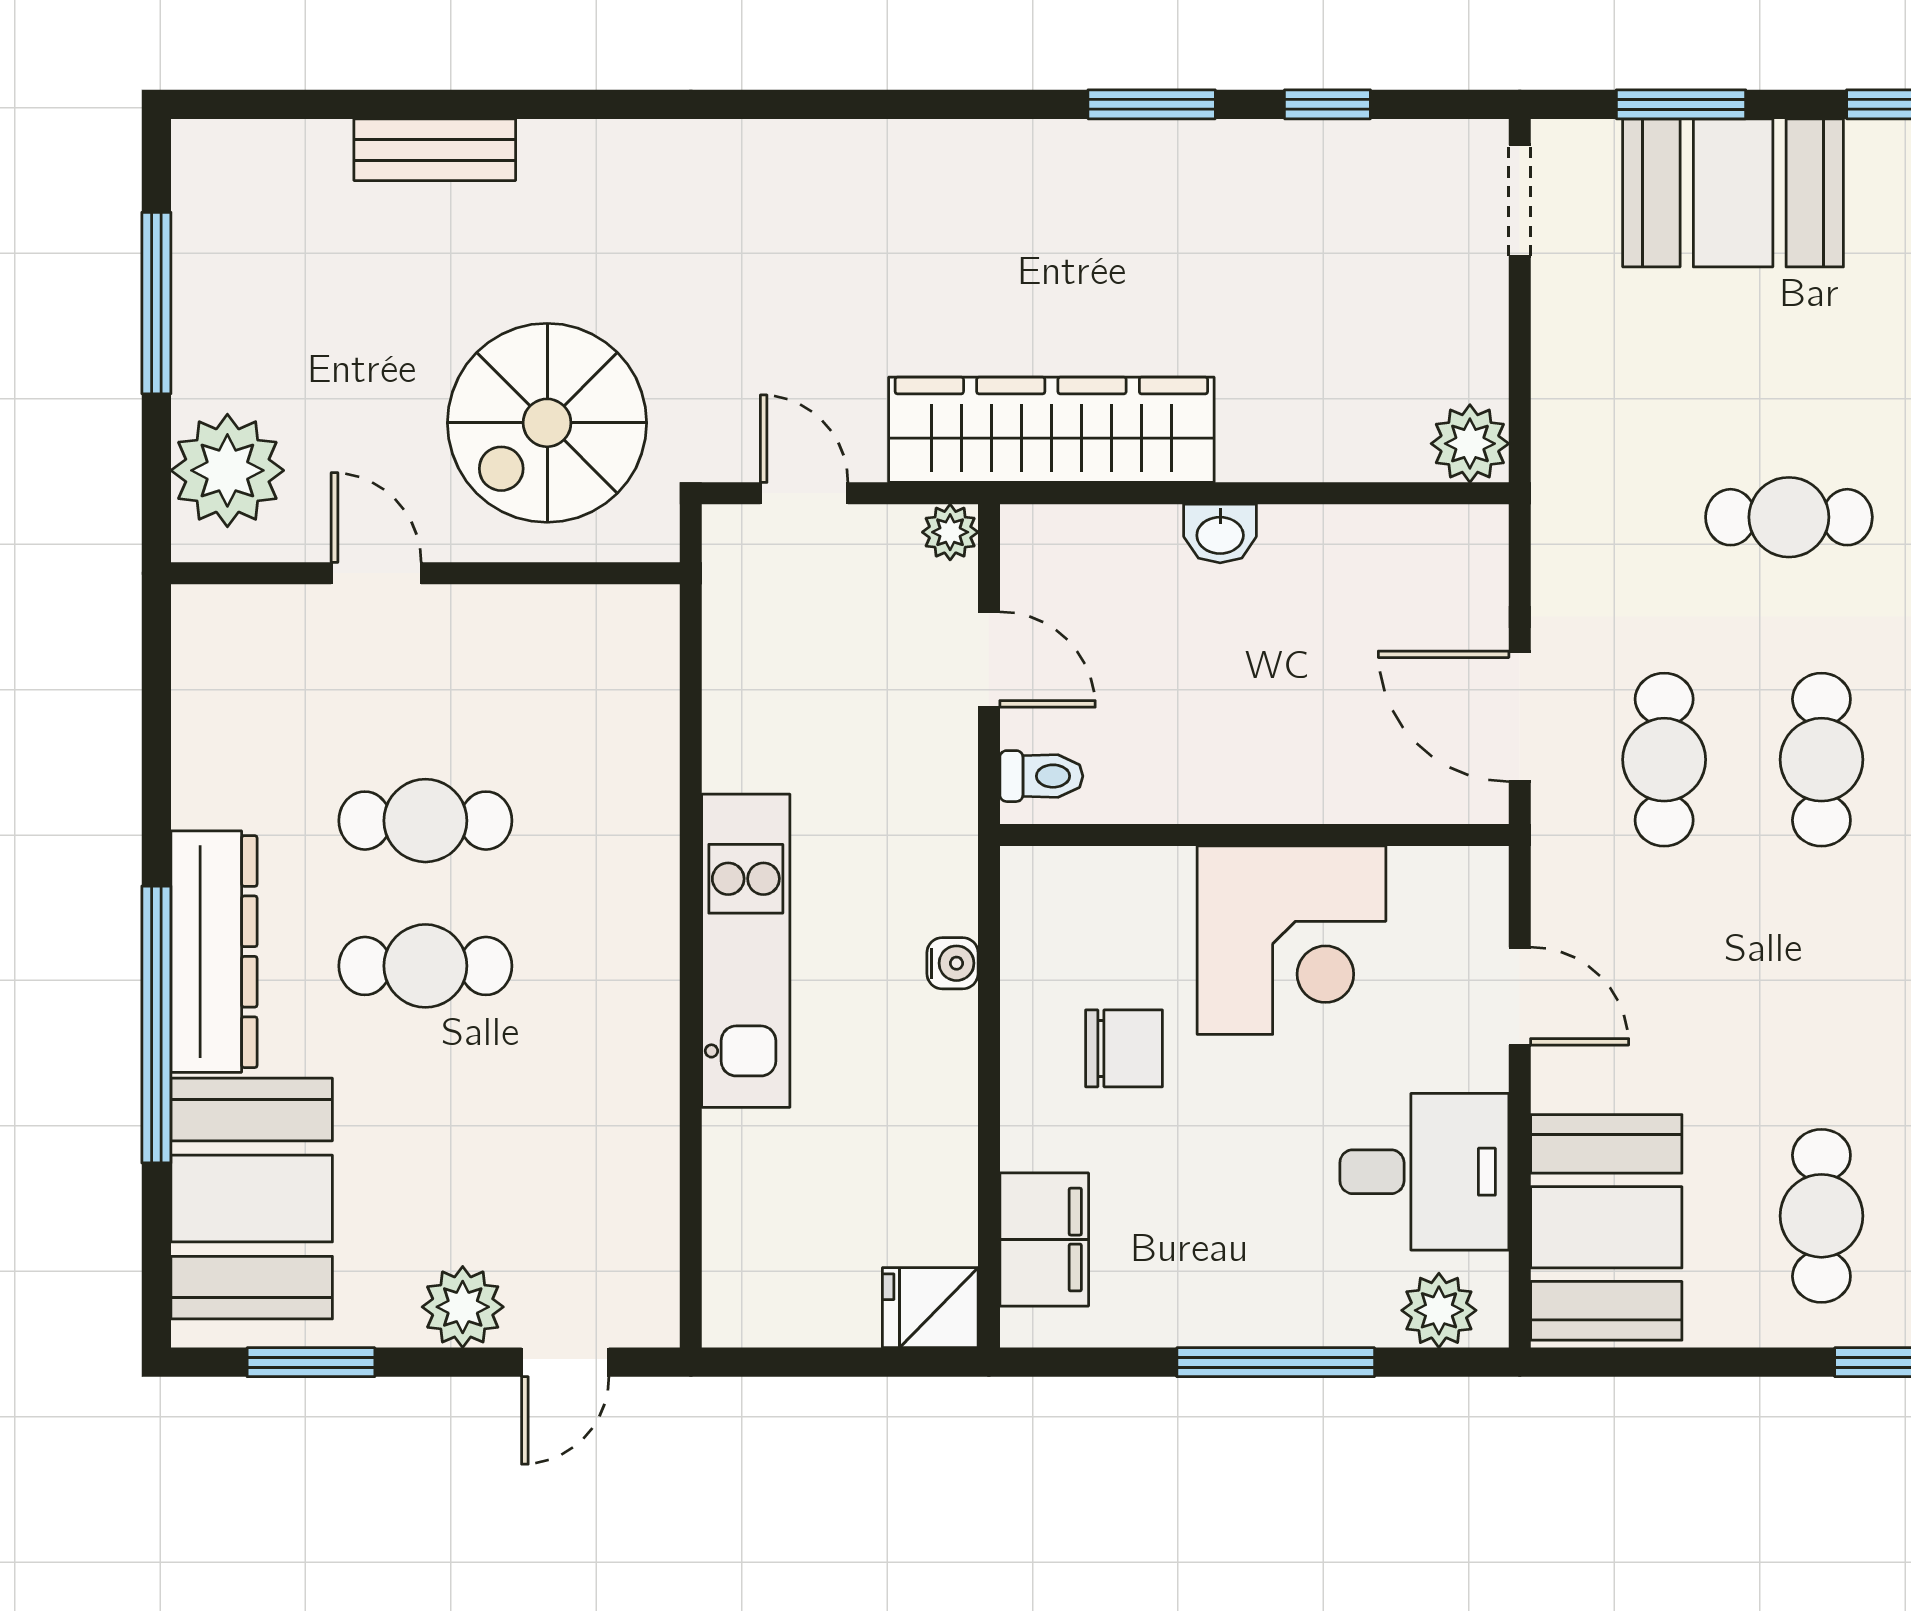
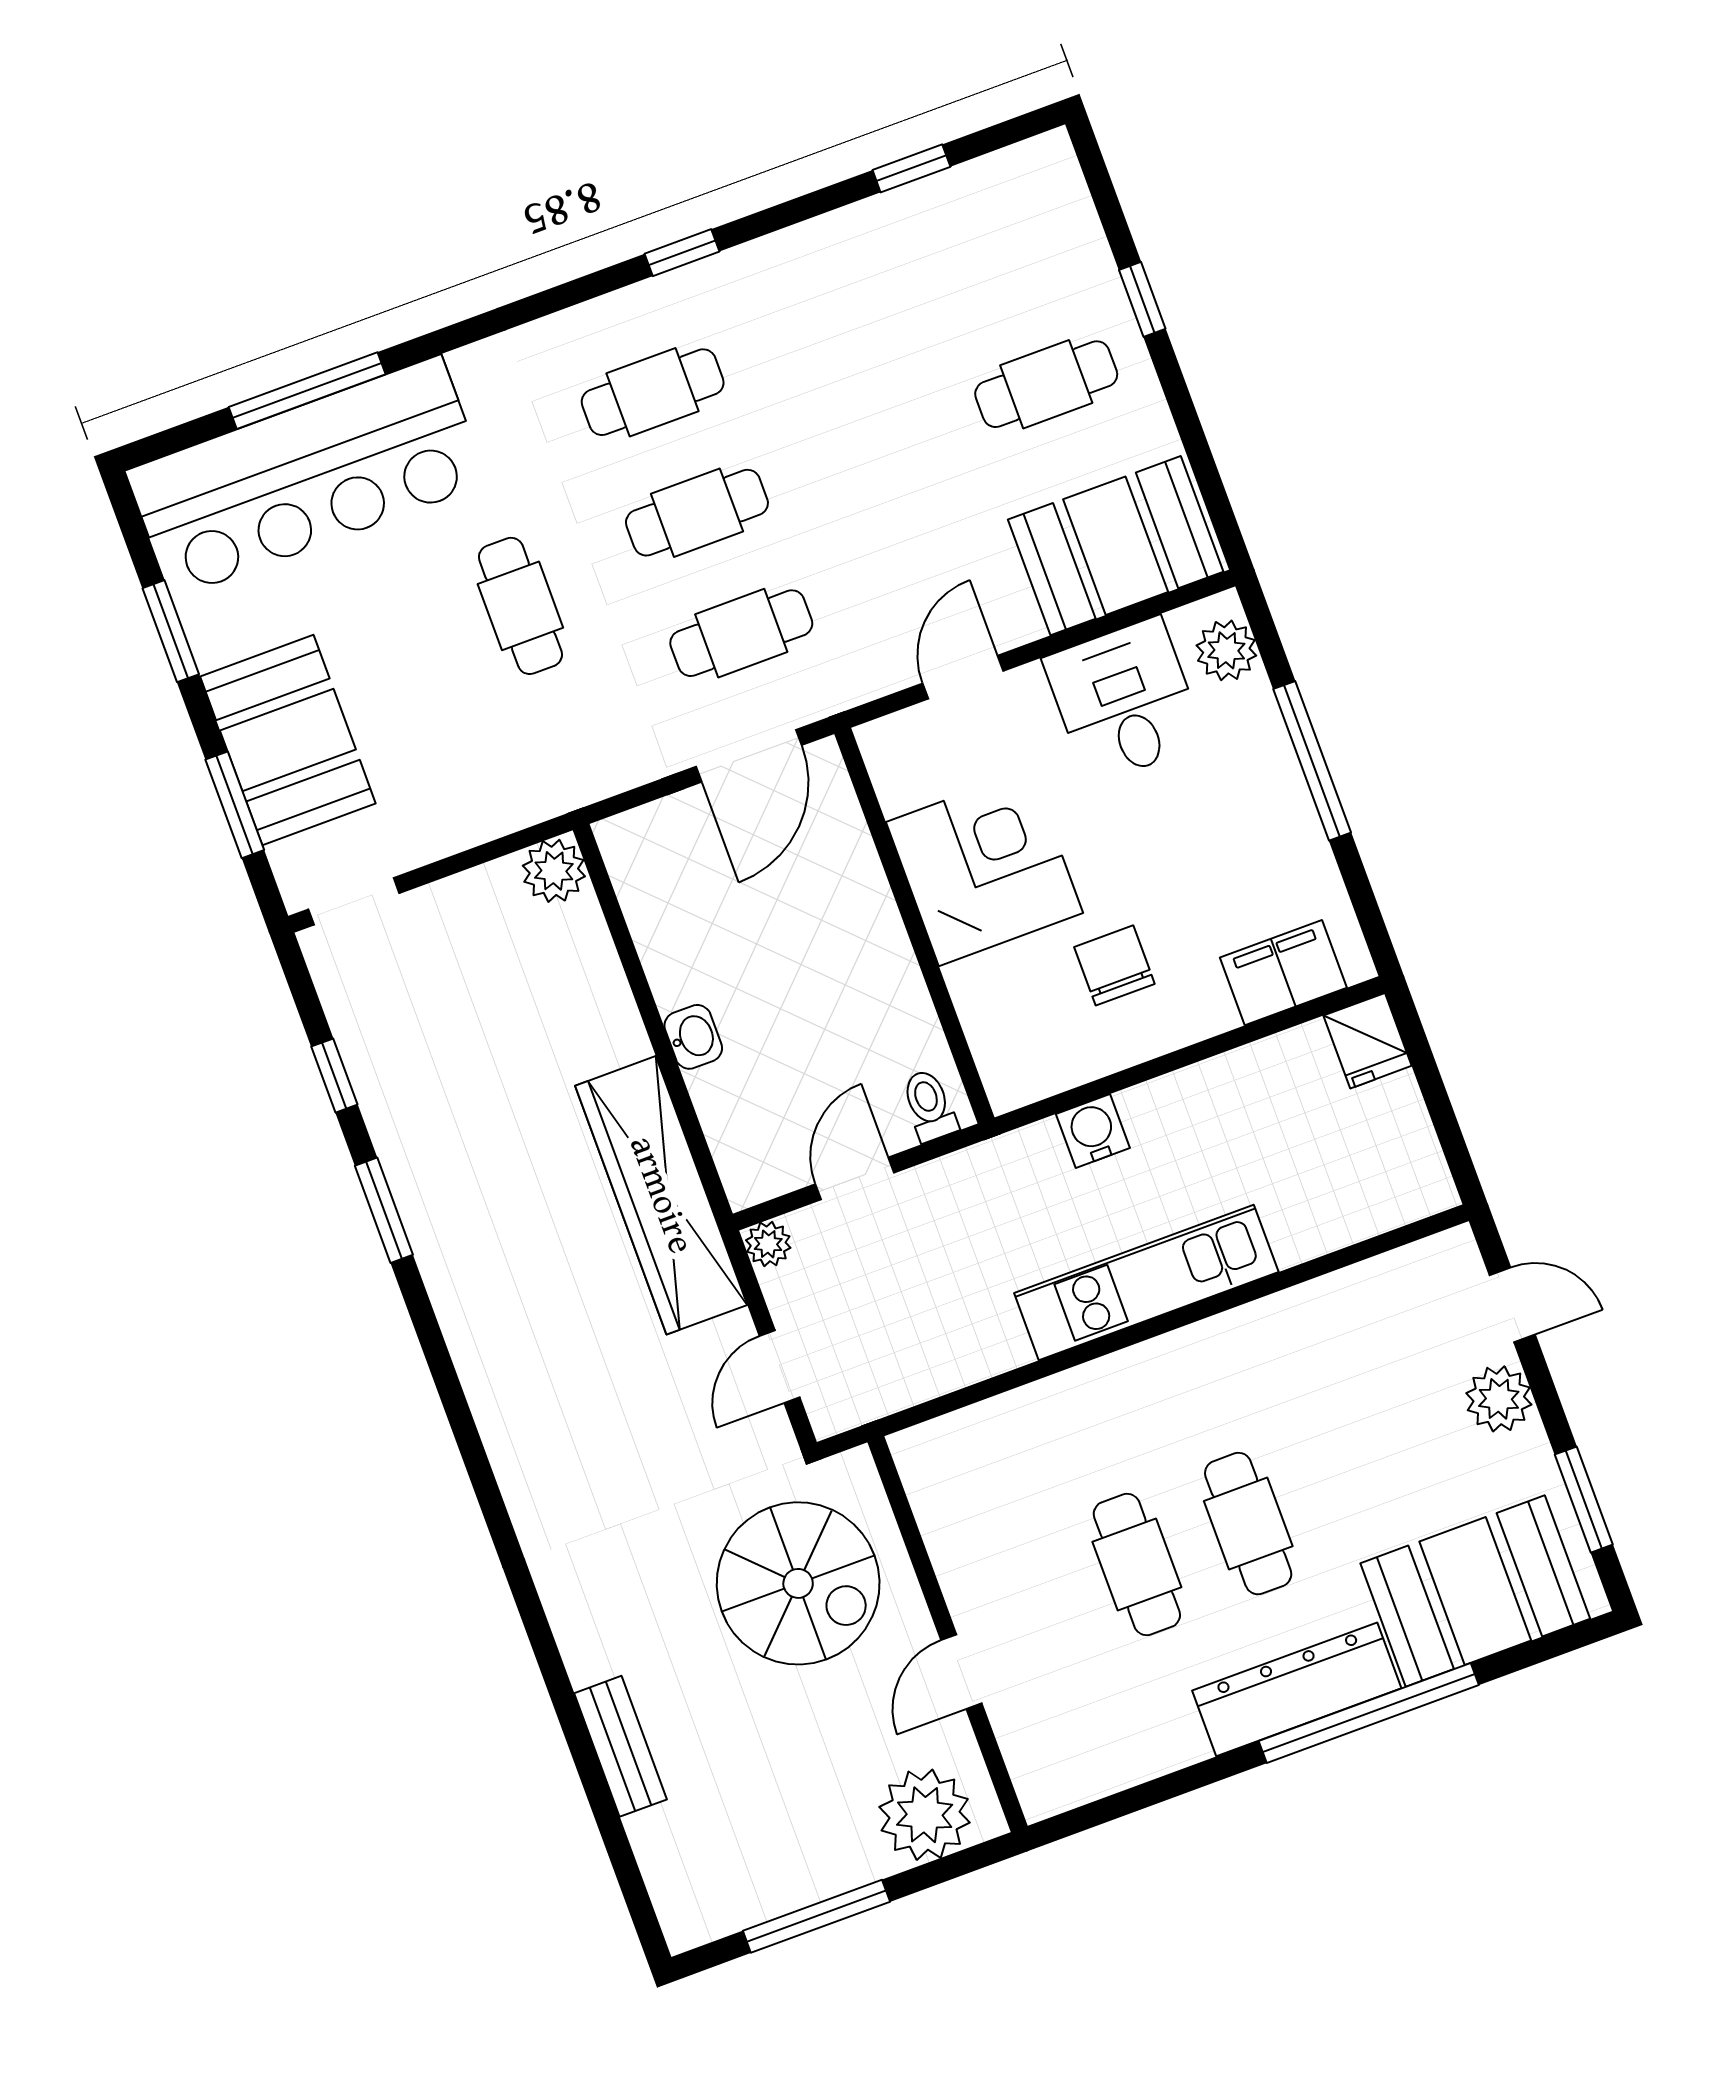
water cooler: (952, 963) -> (1093, 1131), width x1.38, depth x1.38

